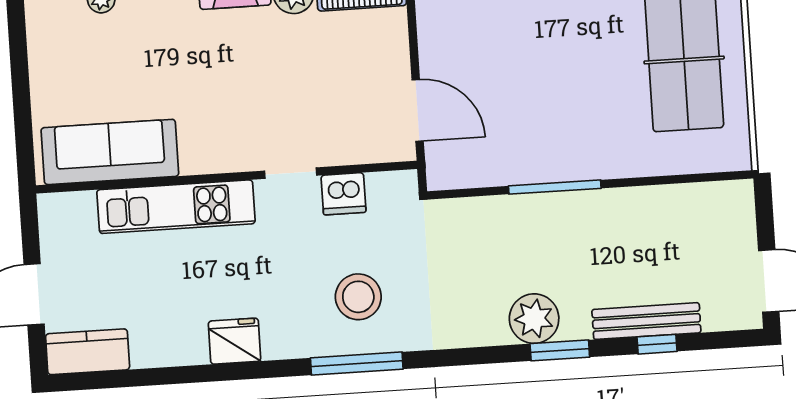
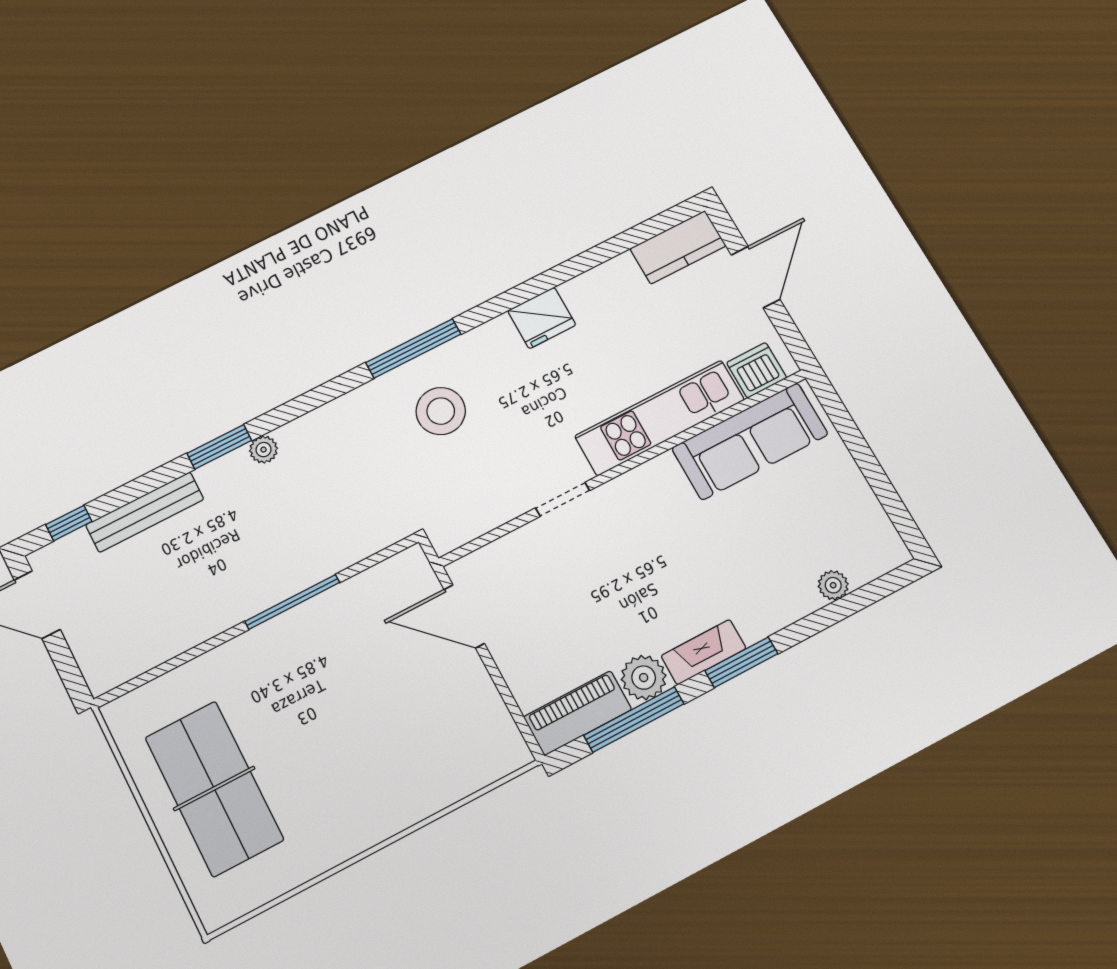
dishwasher: (344, 194) -> (757, 370), moved
plant: (534, 319) -> (264, 450), width x0.53, depth x0.53
window: (657, 344) -> (69, 523), moved

